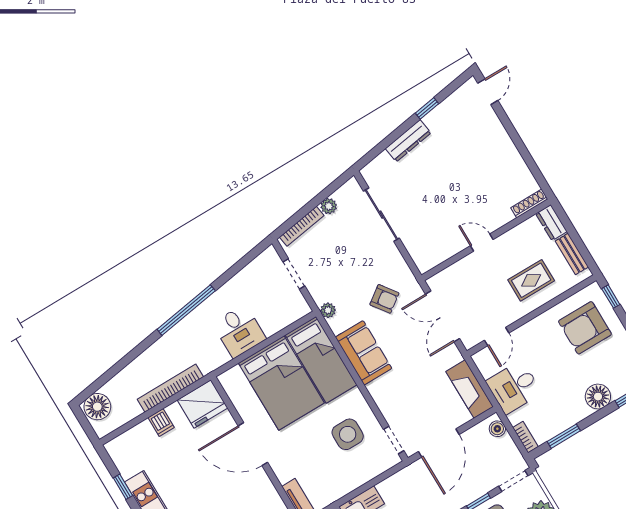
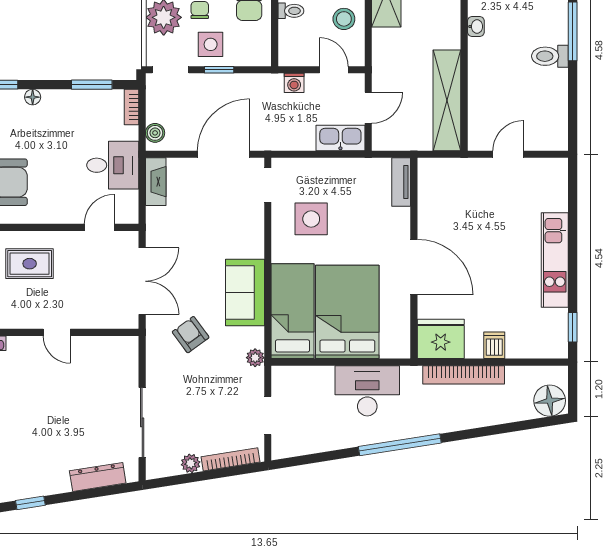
dresser: (408, 141) -> (98, 477), moved
desk: (239, 331) -> (367, 391), width x1.37
fireplace: (470, 389) -> (156, 182), width x0.73, depth x0.76
floor lamp: (598, 397) -> (33, 97), width x0.53, depth x0.53
window: (123, 487) -> (573, 327), moved

